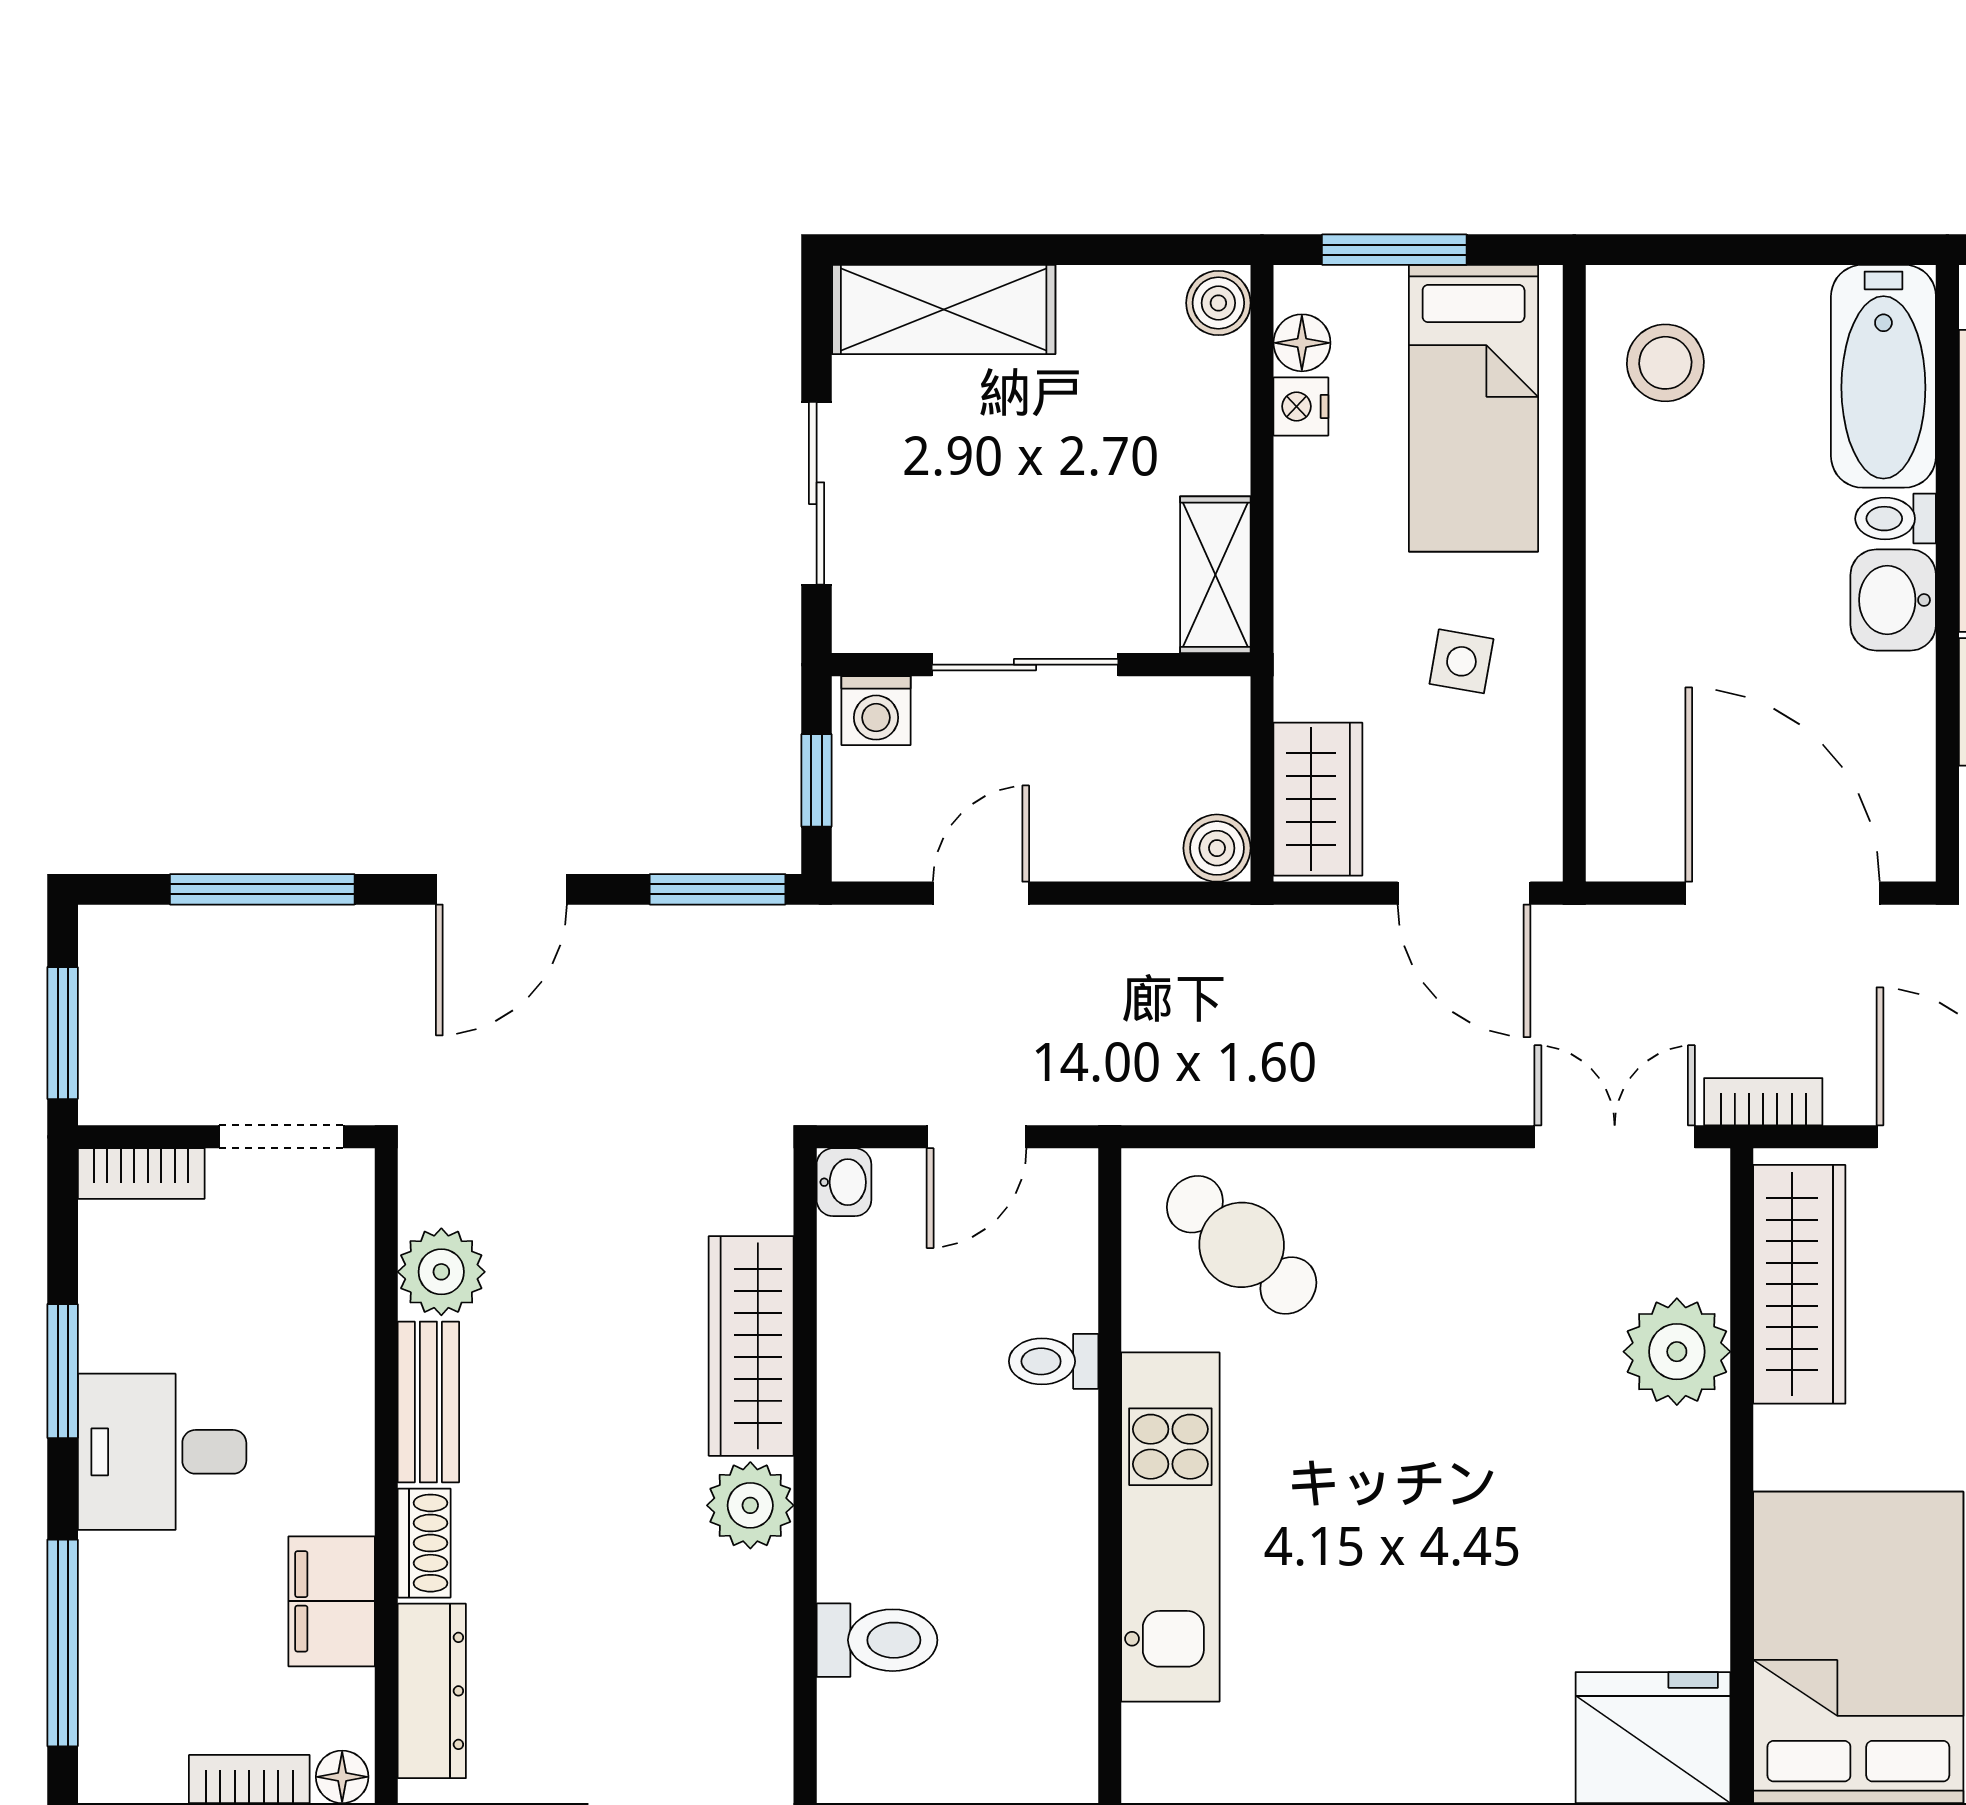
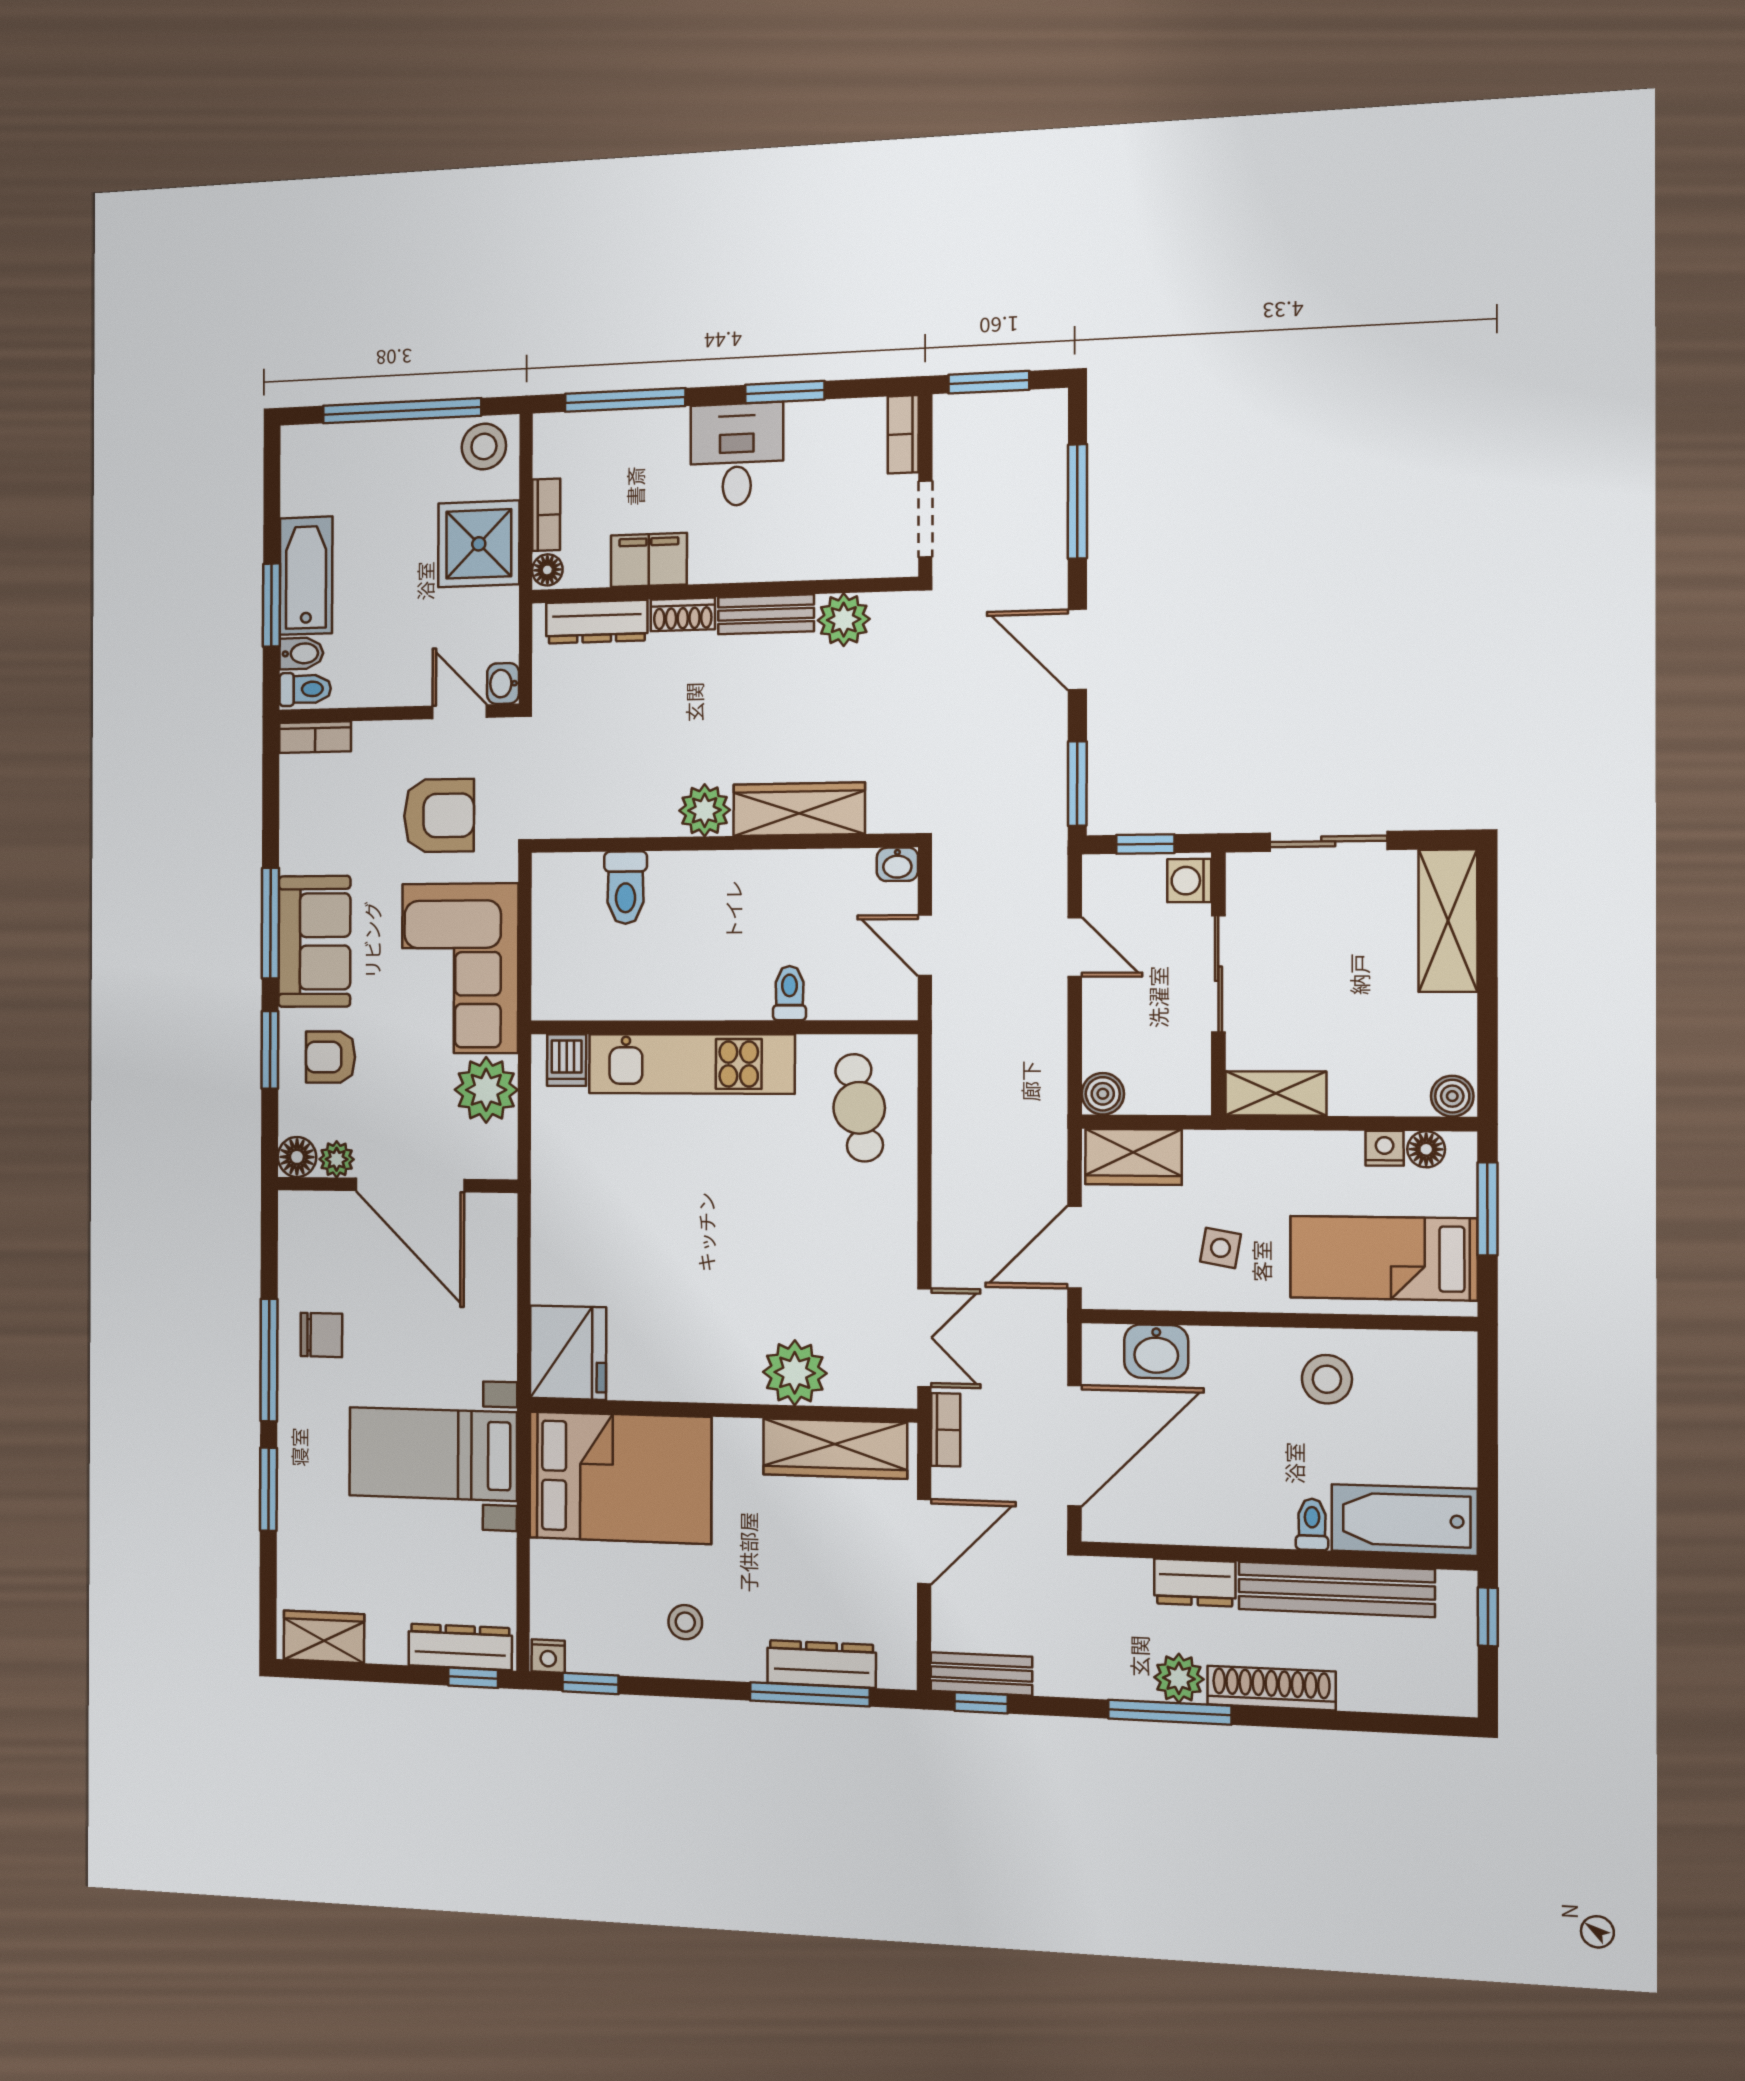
stool: (1665, 363) -> (1327, 1379), moved
washbasin: (1893, 600) -> (1156, 1351), moved, turned 180
cafe table: (1242, 1245) -> (859, 1108), turned -50
dishwasher: (1164, 1741) -> (567, 1060), added

